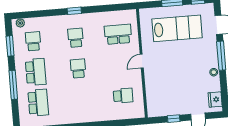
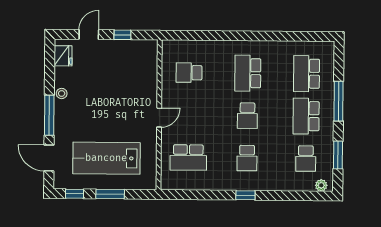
school desk: (81, 99) -> (248, 73), added

